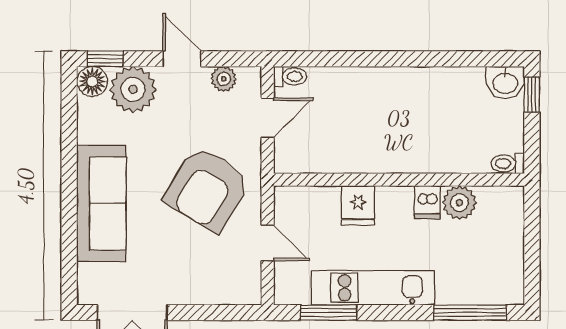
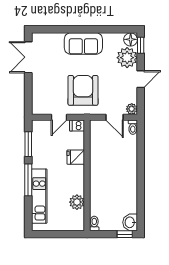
plant: (224, 79) -> (132, 109), moved
armchair: (207, 189) -> (83, 90), turned 59
dishwasher: (427, 202) -> (77, 125), moved
sofa: (101, 203) -> (83, 43), width x0.73
kitchen unit: (373, 288) -> (39, 196), moved
window: (470, 313) -> (28, 180), moved

